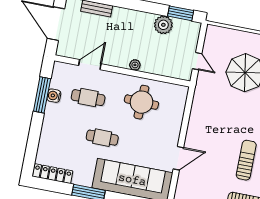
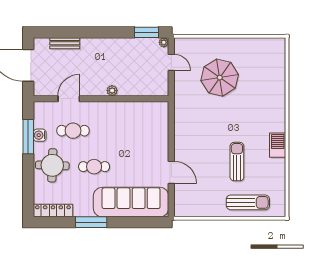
plant: (163, 25) -> (164, 42), moved, width x0.53, depth x0.53
door: (197, 61) -> (171, 62), moved
round table: (141, 102) -> (52, 165), moved
door: (178, 158) -> (171, 172), hinge flipped

